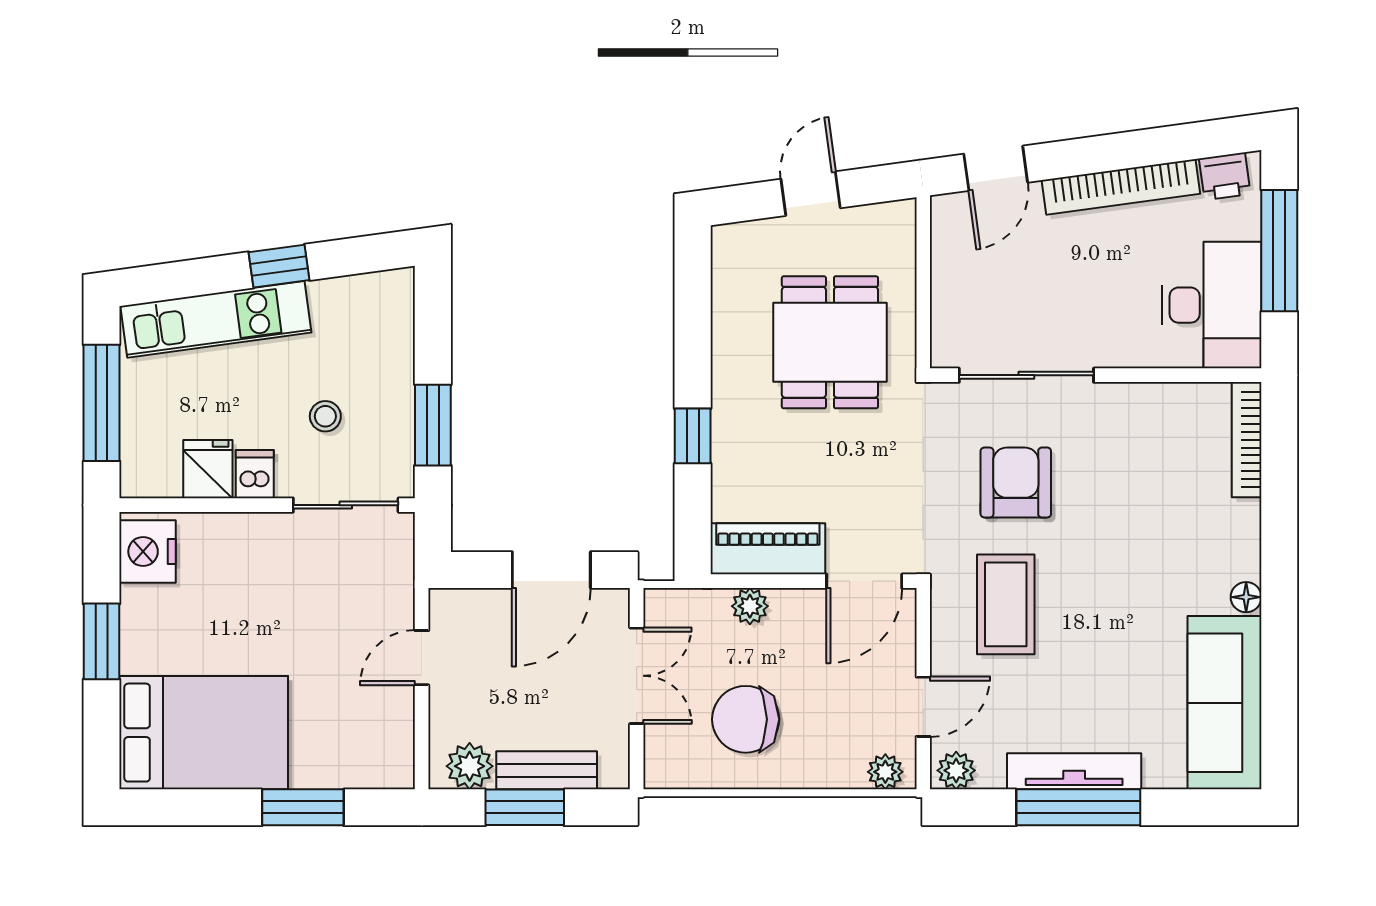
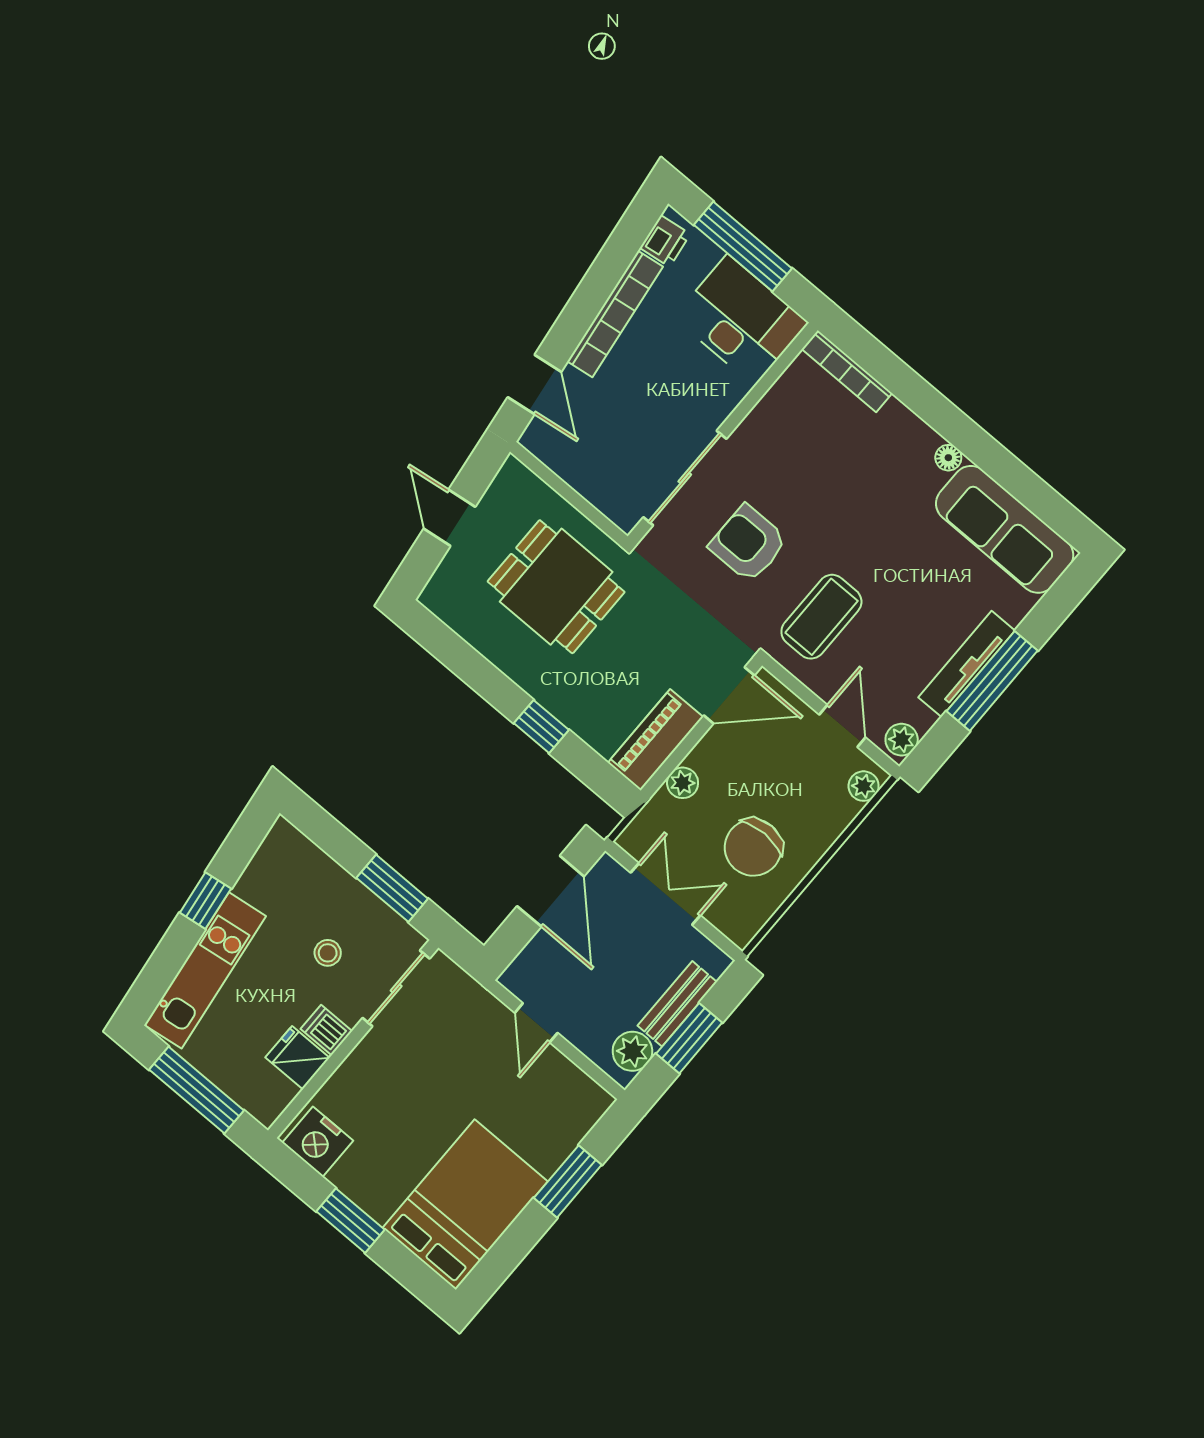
door: (864, 581) -> (729, 695), hinge flipped
coffee table: (1006, 604) -> (821, 617), turned 90

